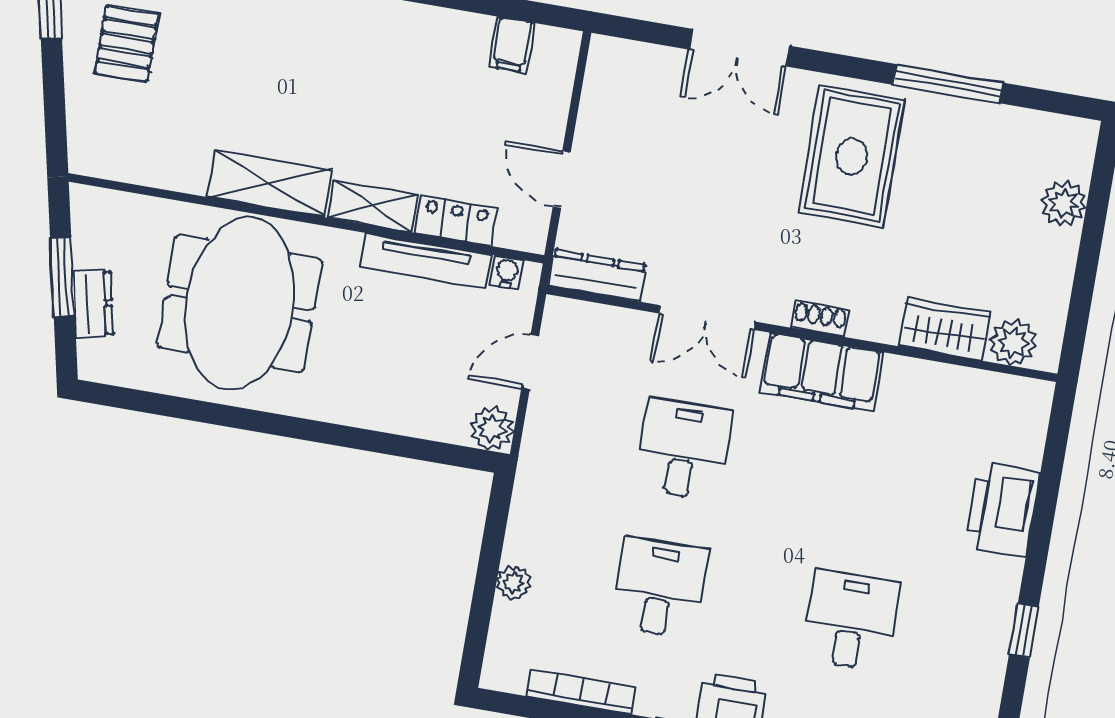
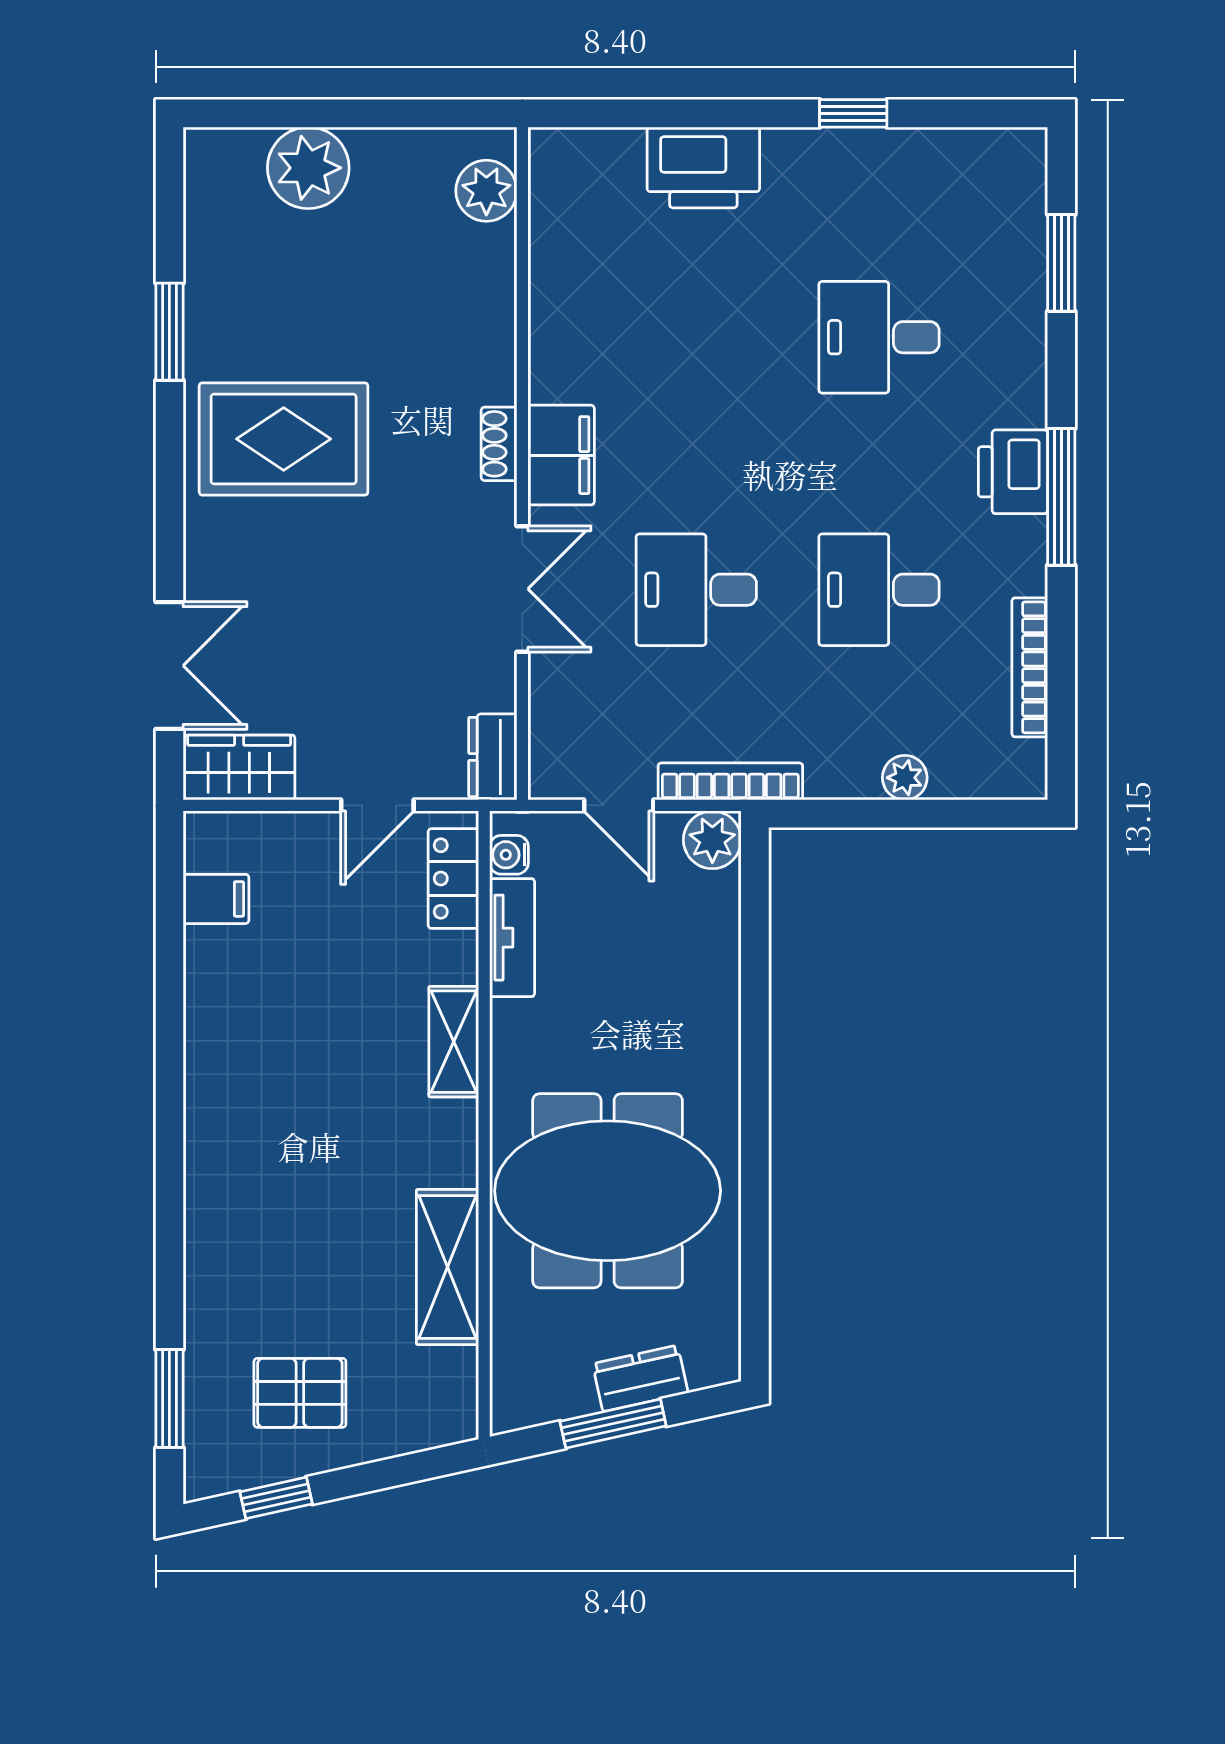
double door: (739, 48) -> (169, 666), moved
window: (948, 84) -> (169, 332), width x0.69
shelving: (270, 184) -> (448, 1267), moved
plant: (1064, 204) -> (308, 168), width x1.36, depth x1.36
locker: (456, 220) -> (453, 879), moved
tv unit: (426, 261) -> (512, 938), width x0.71
dresser: (598, 275) -> (493, 757), width x0.70
wardrobe: (945, 329) -> (239, 768), moved, turned 90
filing cabinet: (821, 372) -> (561, 455), width x0.67, depth x0.86
bookcase: (534, 450) -> (730, 781), added

